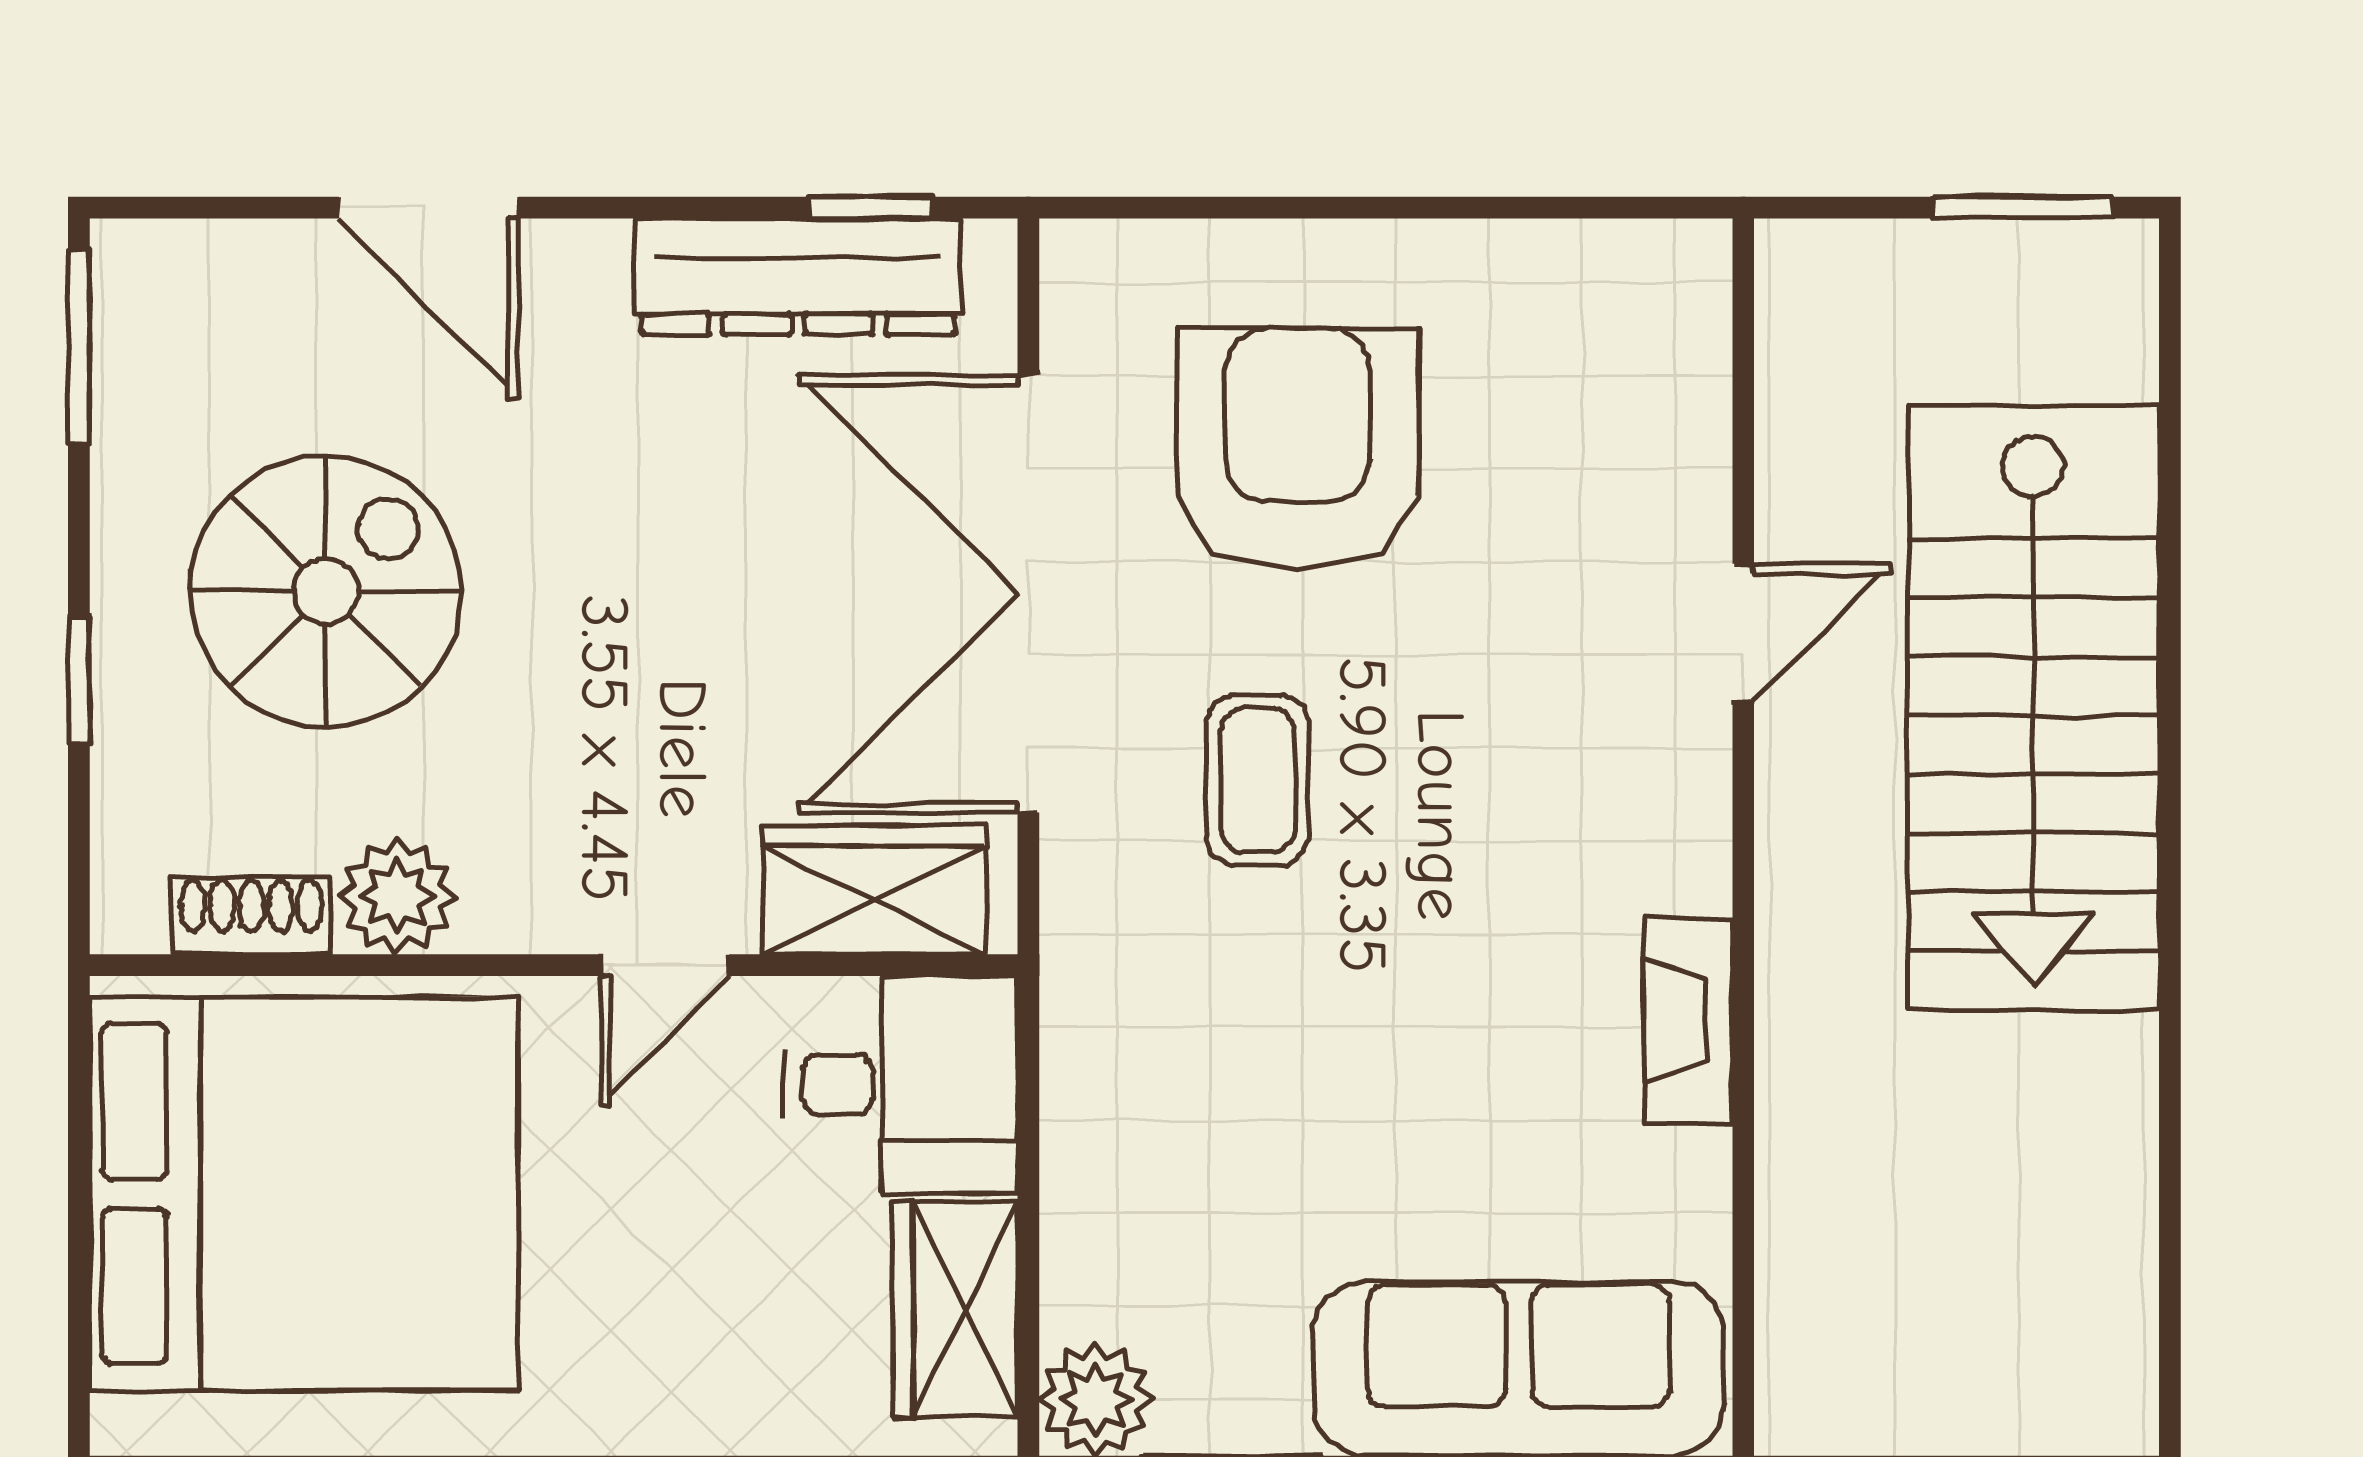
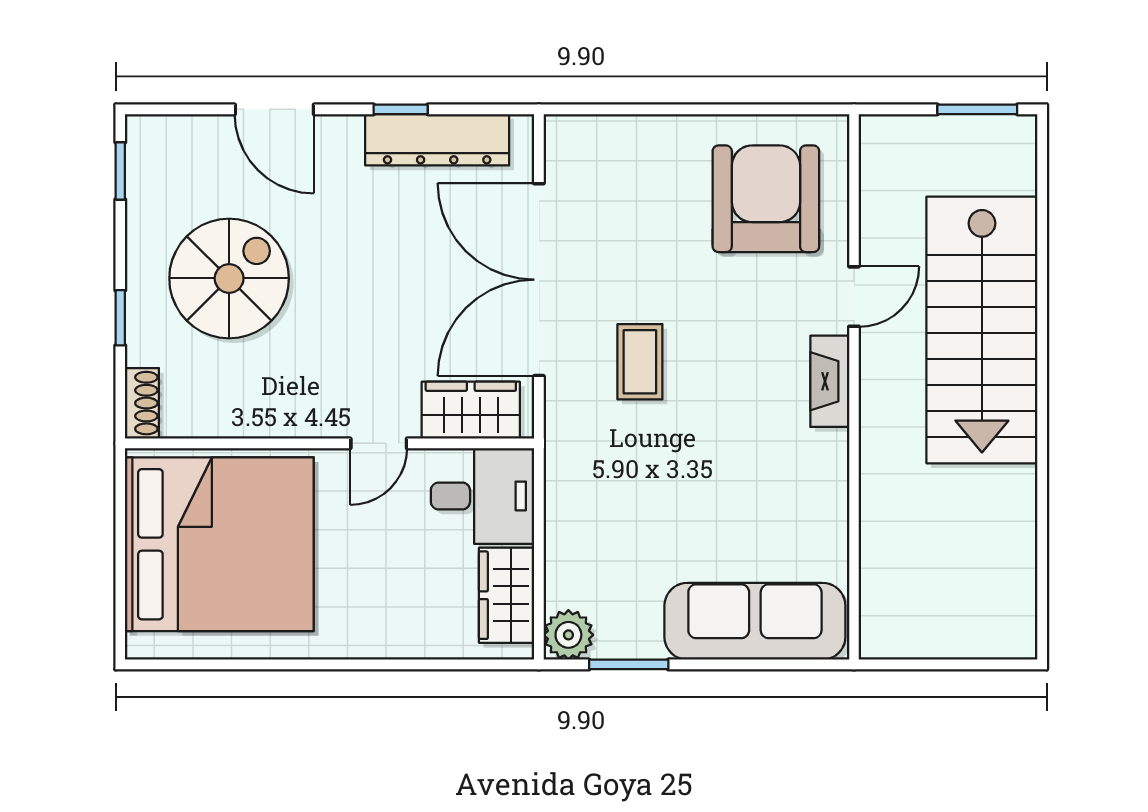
window: (872, 208) -> (401, 109), moved
window: (79, 347) -> (120, 171), width x0.67
armchair: (1297, 448) -> (766, 199), moved
plant: (397, 896) -> (261, 413), removed
shoe rack: (251, 916) -> (142, 403), moved, turned 90
fireplace: (1688, 1020) -> (830, 381), moved

